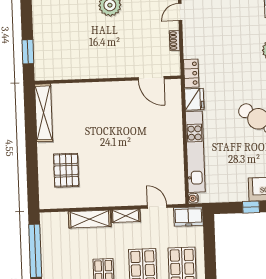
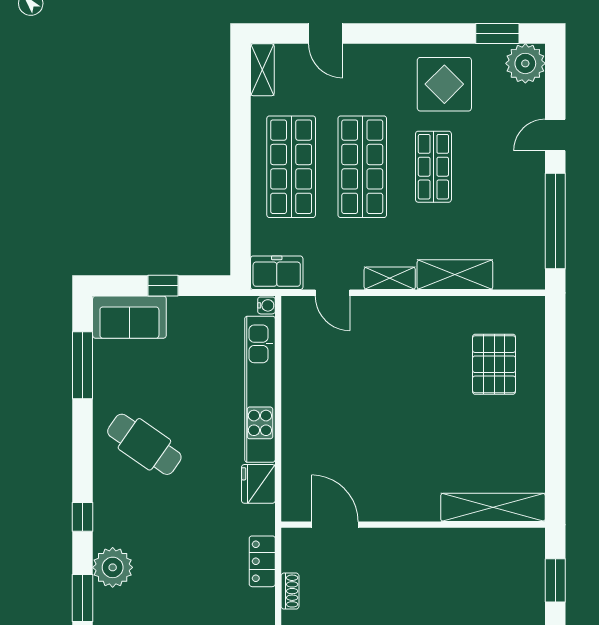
locker: (191, 73) -> (262, 561), moved
shelving: (44, 113) -> (493, 507), moved, turned 90

